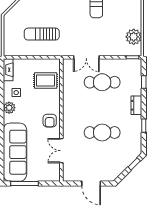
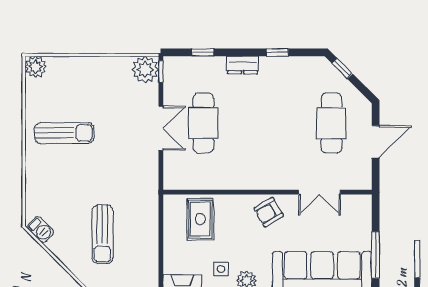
sun lounger: (42, 34) -> (102, 234), moved
plant: (134, 37) -> (145, 70), moved
double door: (86, 57) -> (161, 128), moved
armchair: (50, 121) -> (269, 212), turned 150
cafe table: (102, 133) -> (332, 123), moved

